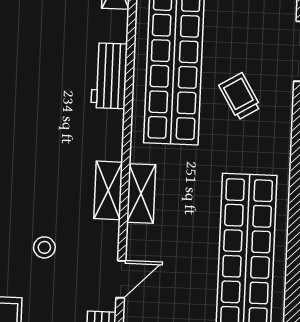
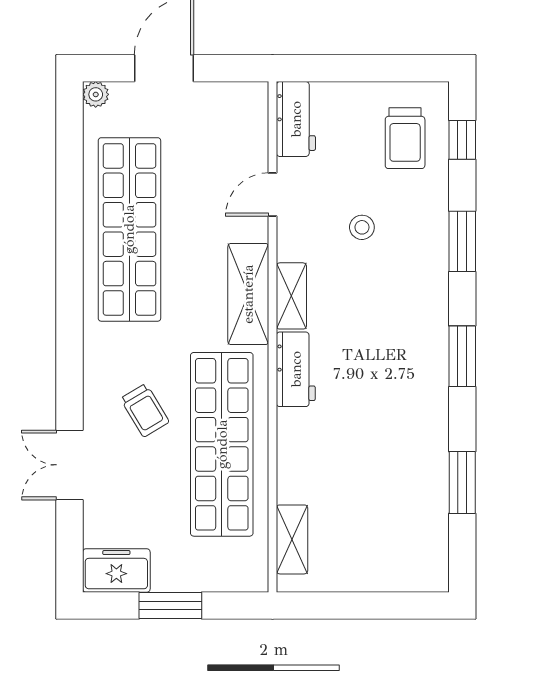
workbench: (109, 76) -> (296, 369), moved
shelving: (141, 193) -> (248, 294), width x1.50, depth x1.33

